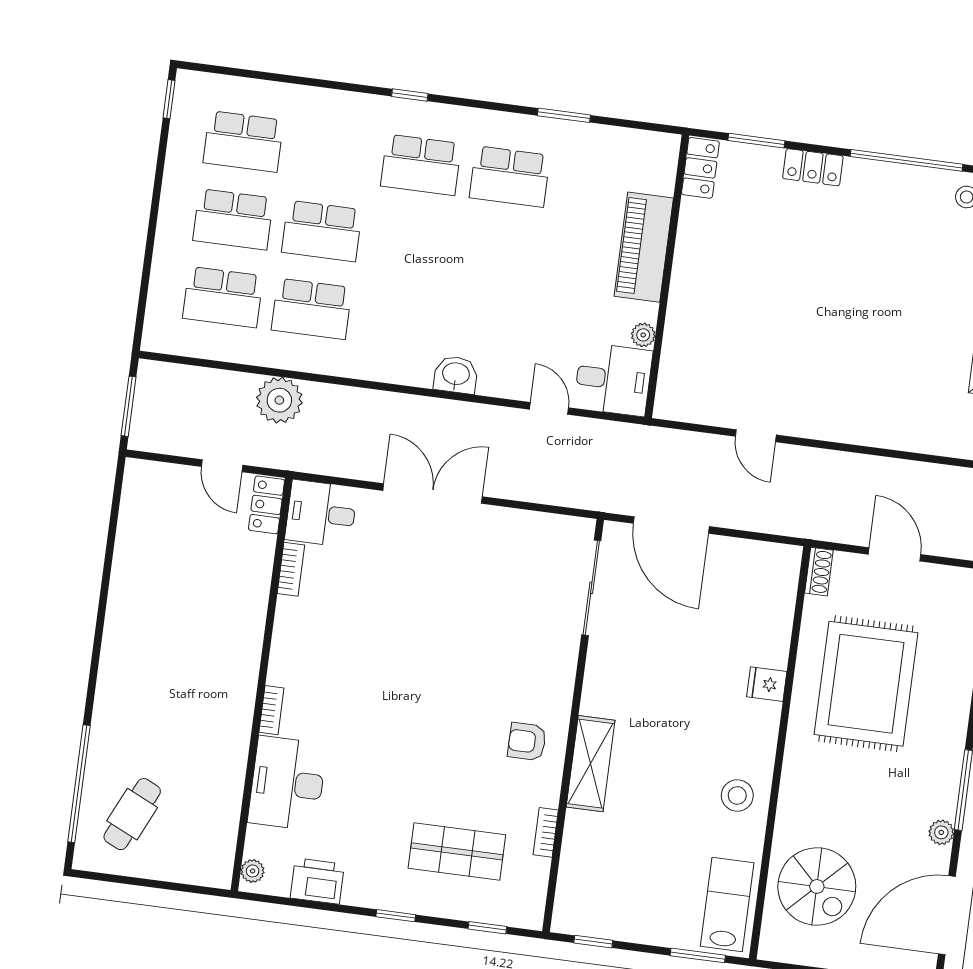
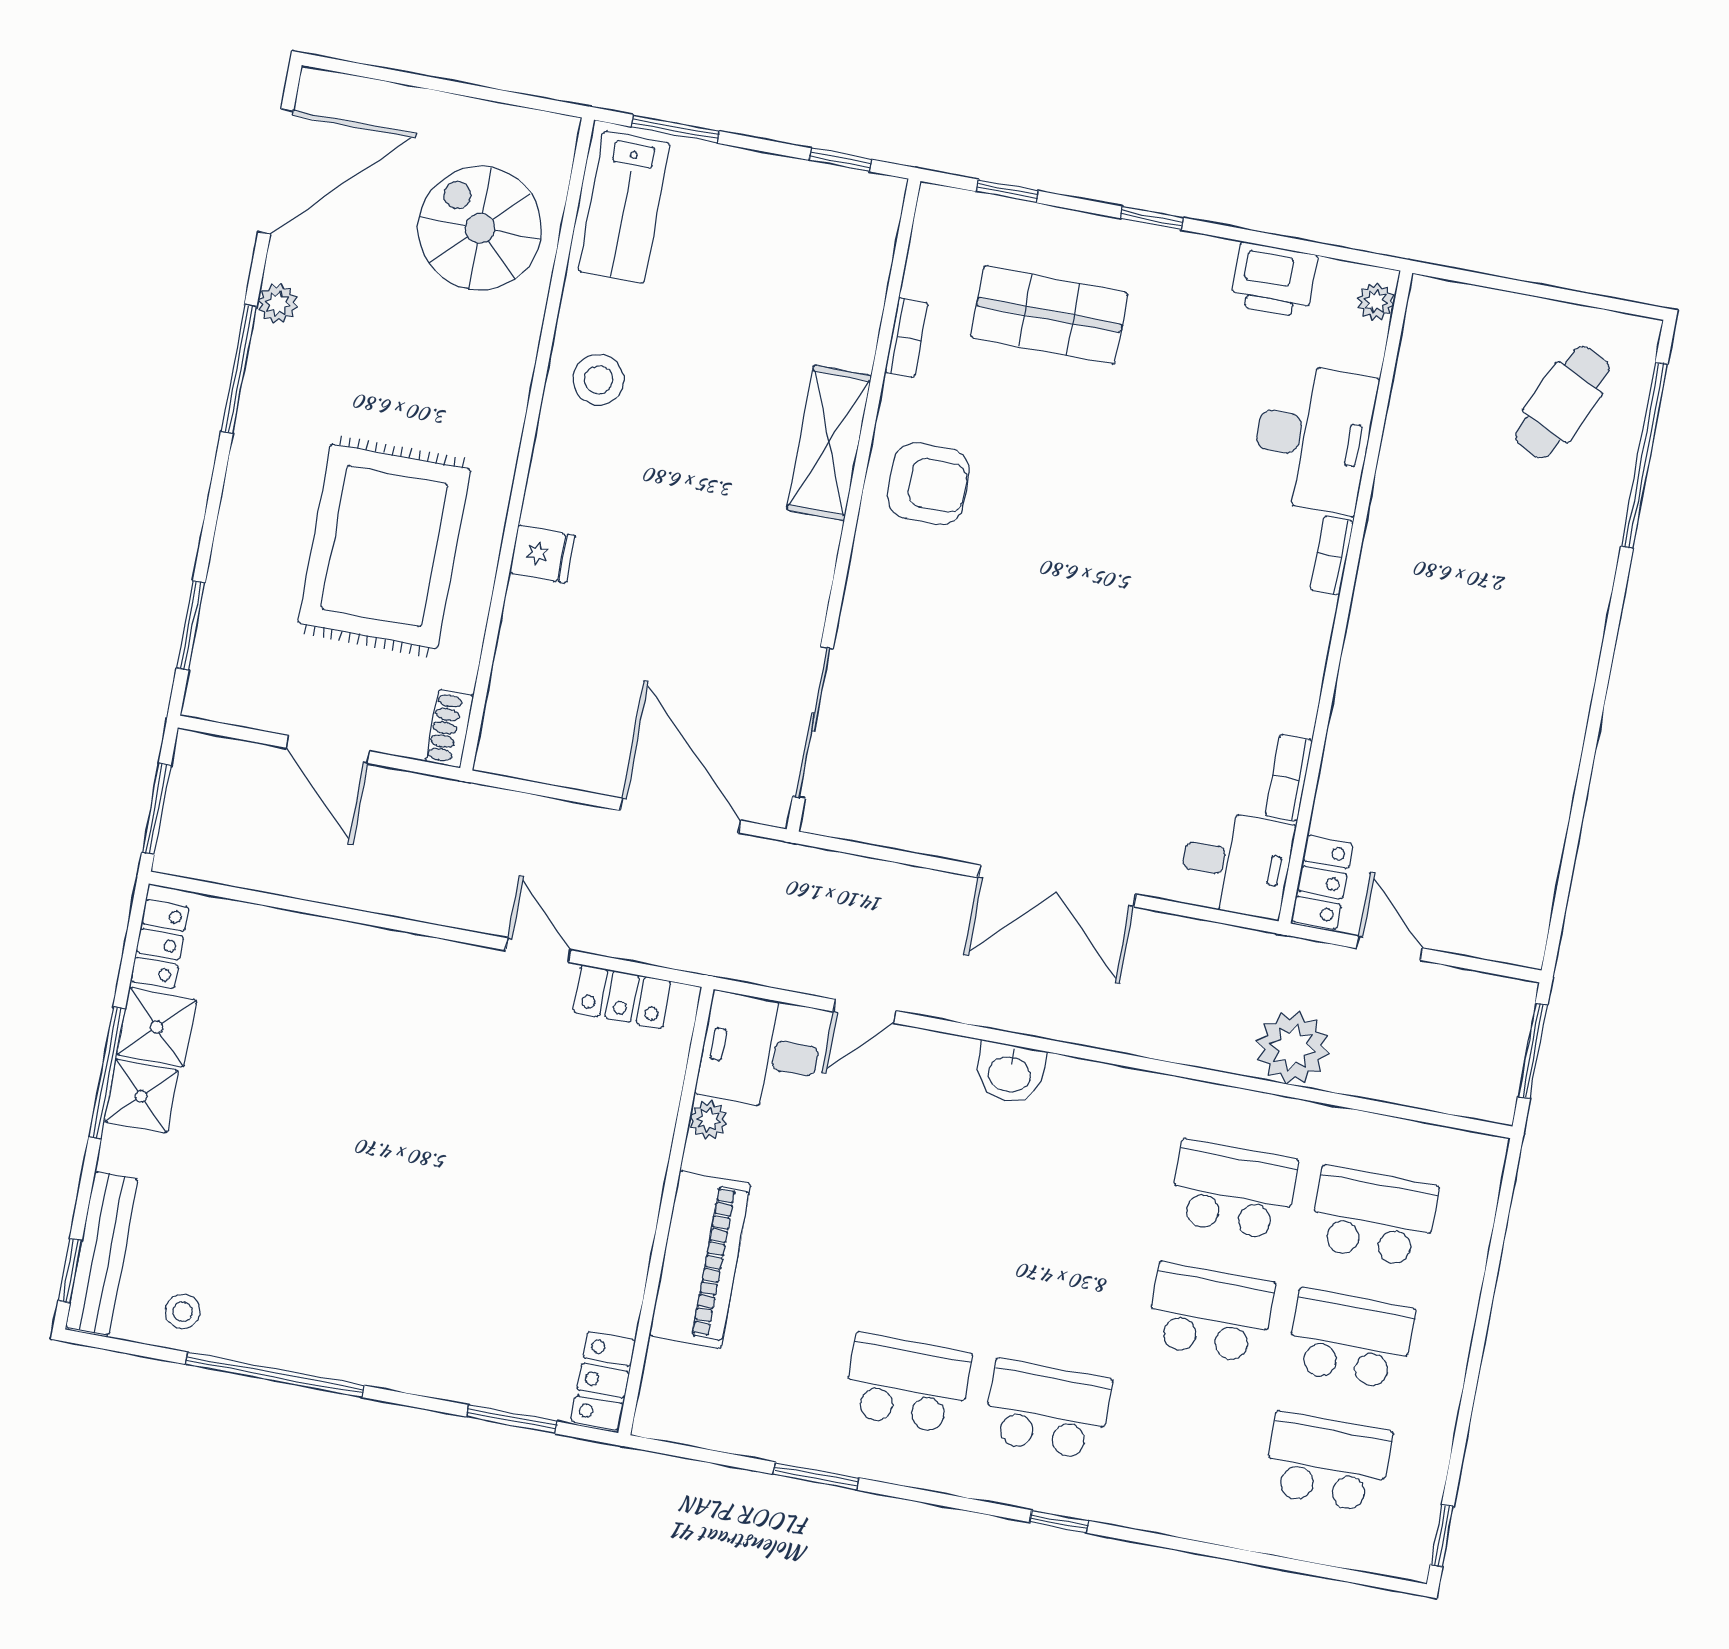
locker: (813, 167) -> (622, 997), moved, turned 180
door: (549, 408) -> (865, 1011), hinge flipped
armchair: (527, 742) -> (928, 484), width x1.38, depth x1.38

